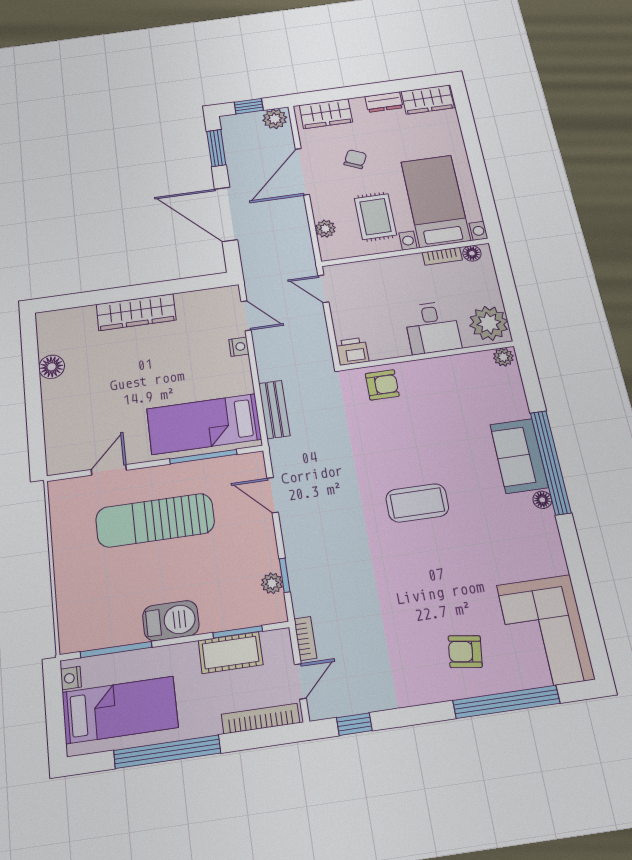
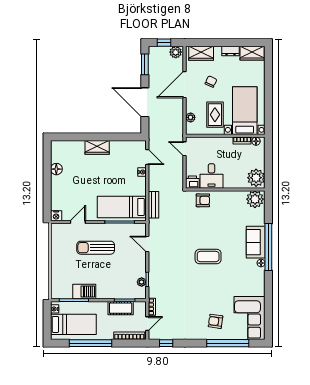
wardrobe: (136, 312) -> (97, 147), width x0.67
desk: (432, 328) -> (211, 176), moved
plant: (503, 357) -> (255, 199), width x1.88, depth x1.88
nightstand: (58, 463) -> (56, 216), added
sun lounger: (155, 520) -> (96, 248), width x0.73, depth x0.75
barbecue: (171, 621) -> (84, 292), moved

